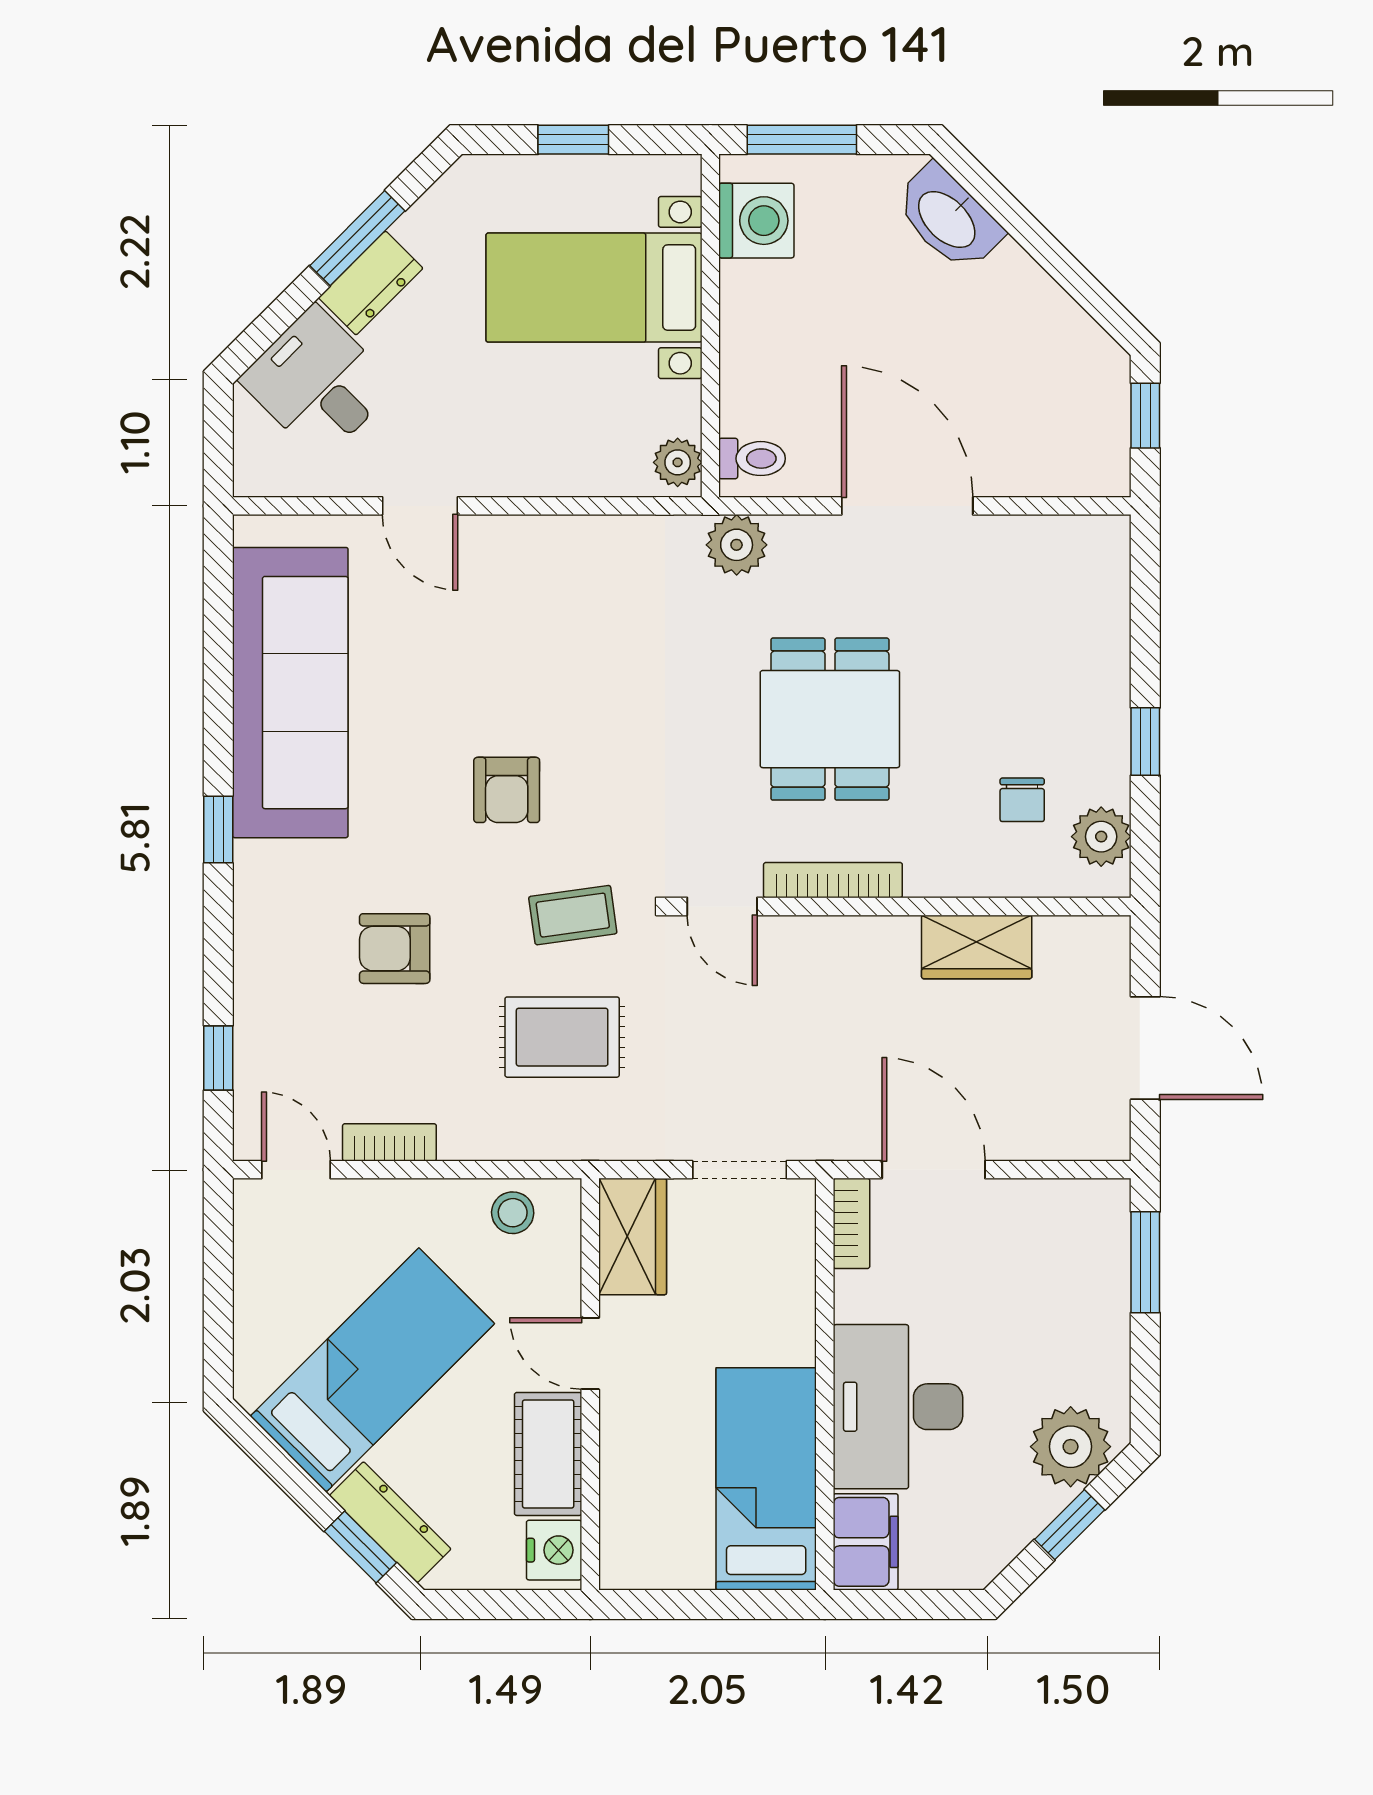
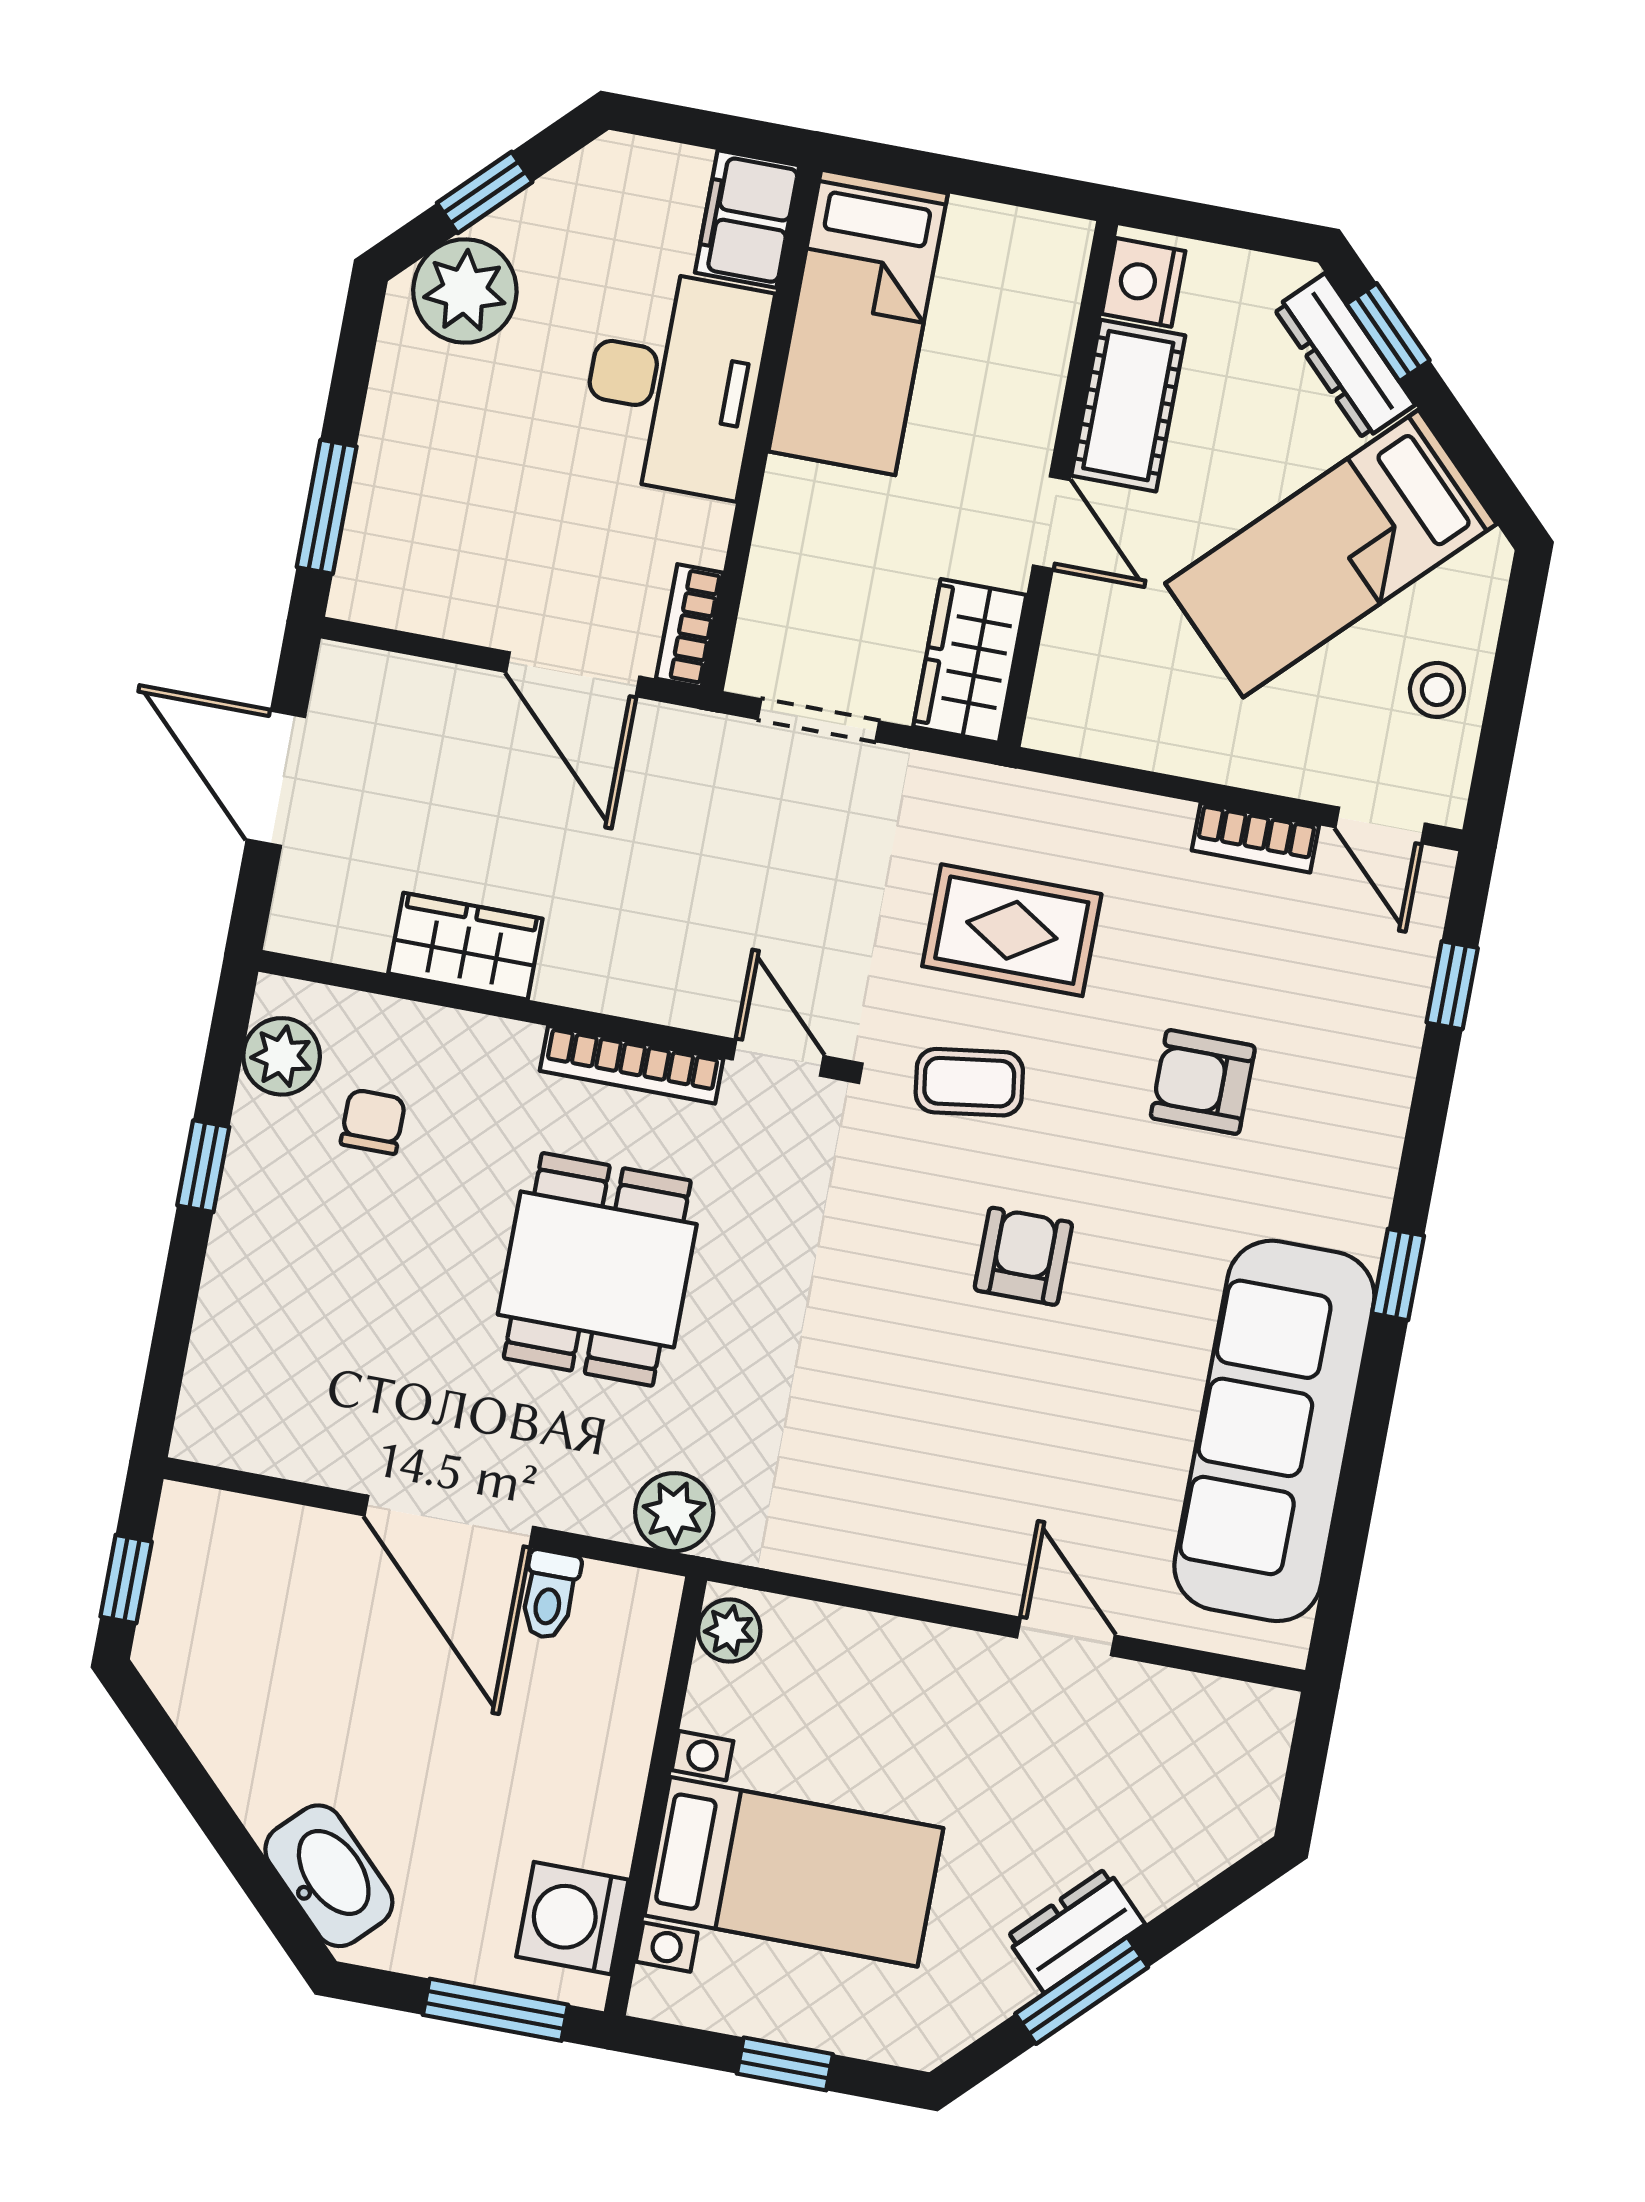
desk: (318, 383) -> (1166, 1817), removed
toilet: (752, 459) -> (549, 1595), moved, turned -90
armchair: (395, 949) -> (1203, 1082), turned 180
stool: (513, 1213) -> (1437, 690), moved

